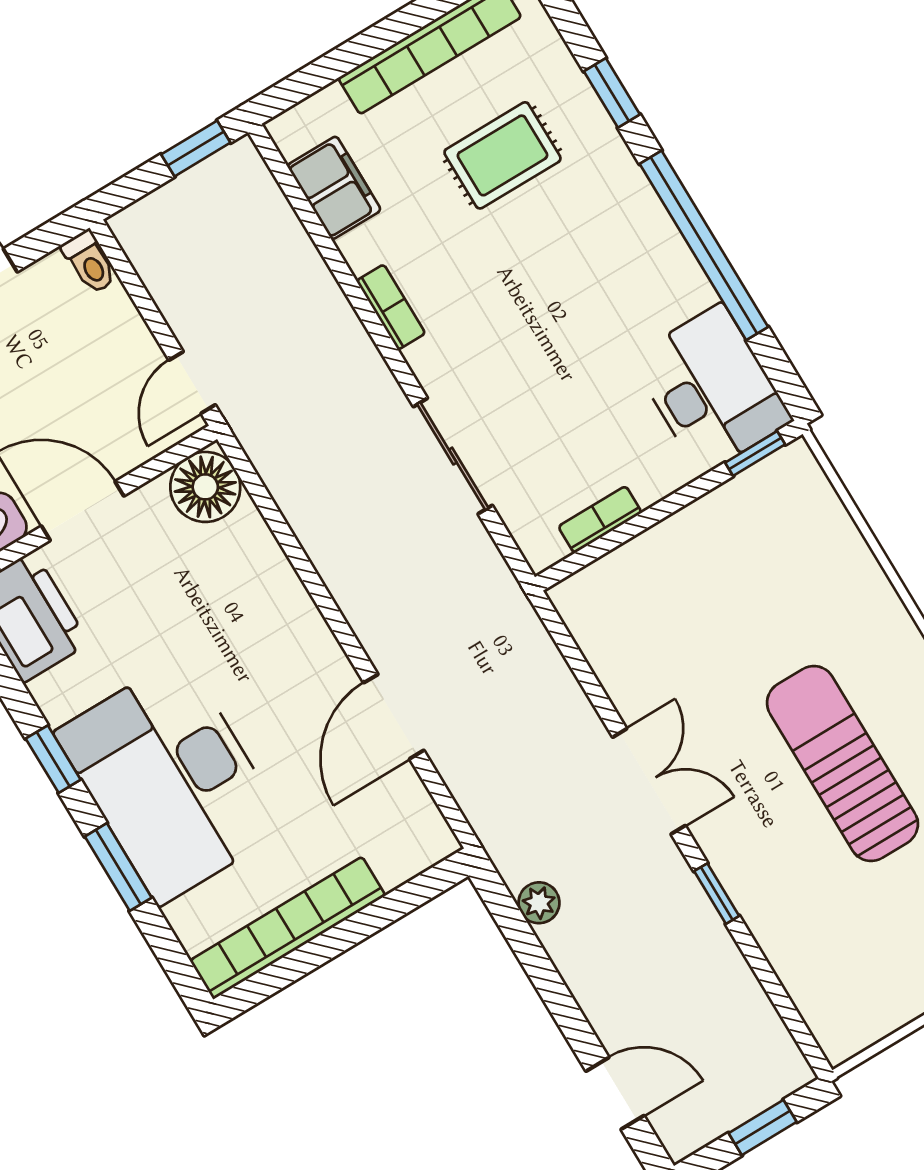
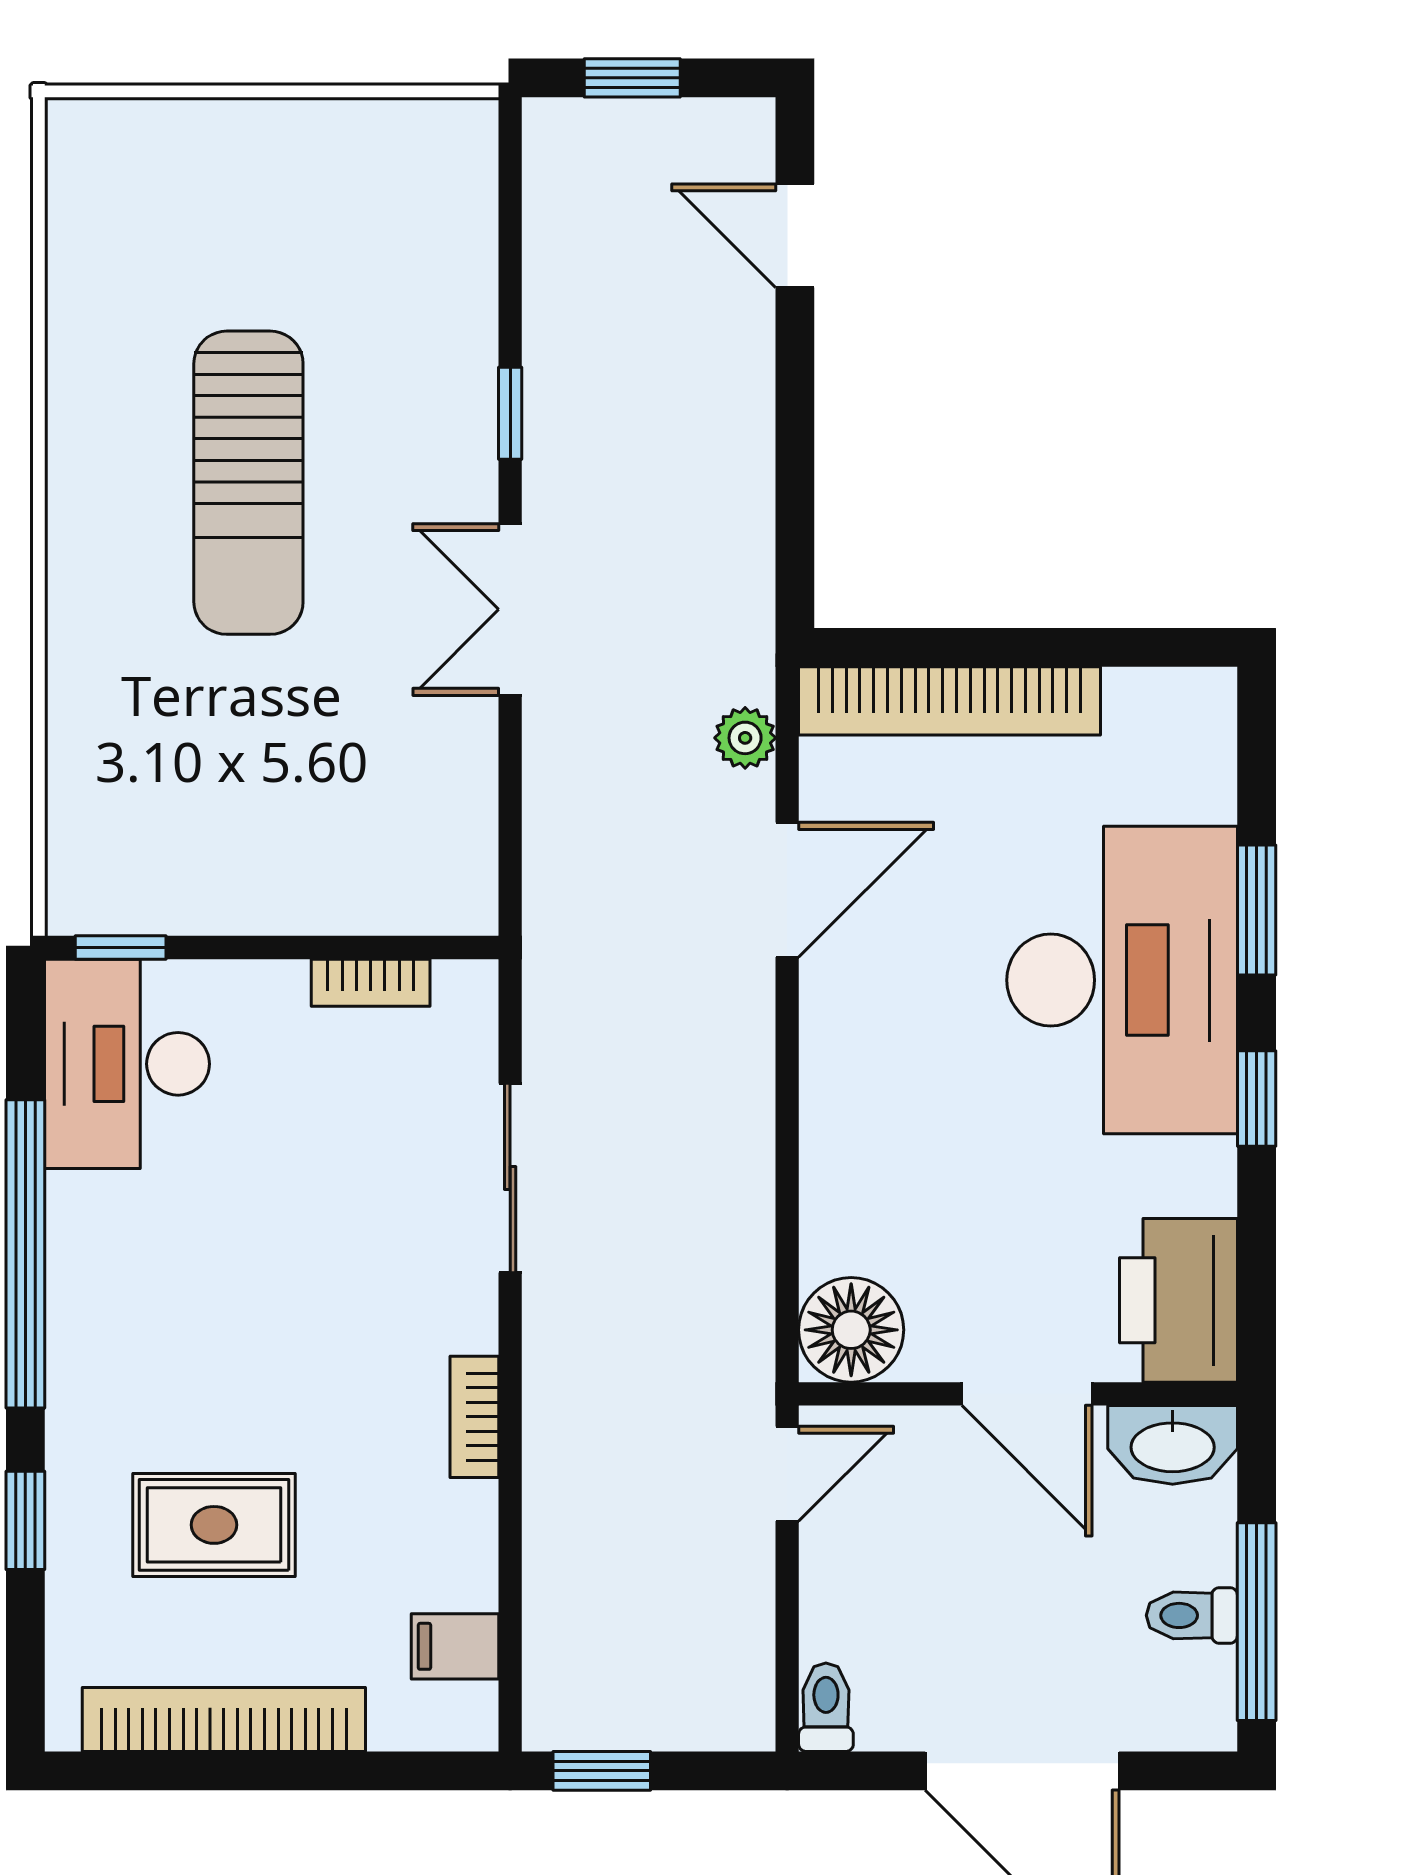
filing cabinet: (334, 188) -> (455, 1646), width x0.50
plant: (539, 903) -> (745, 738), moved
bookcase: (288, 928) -> (950, 701), moved

